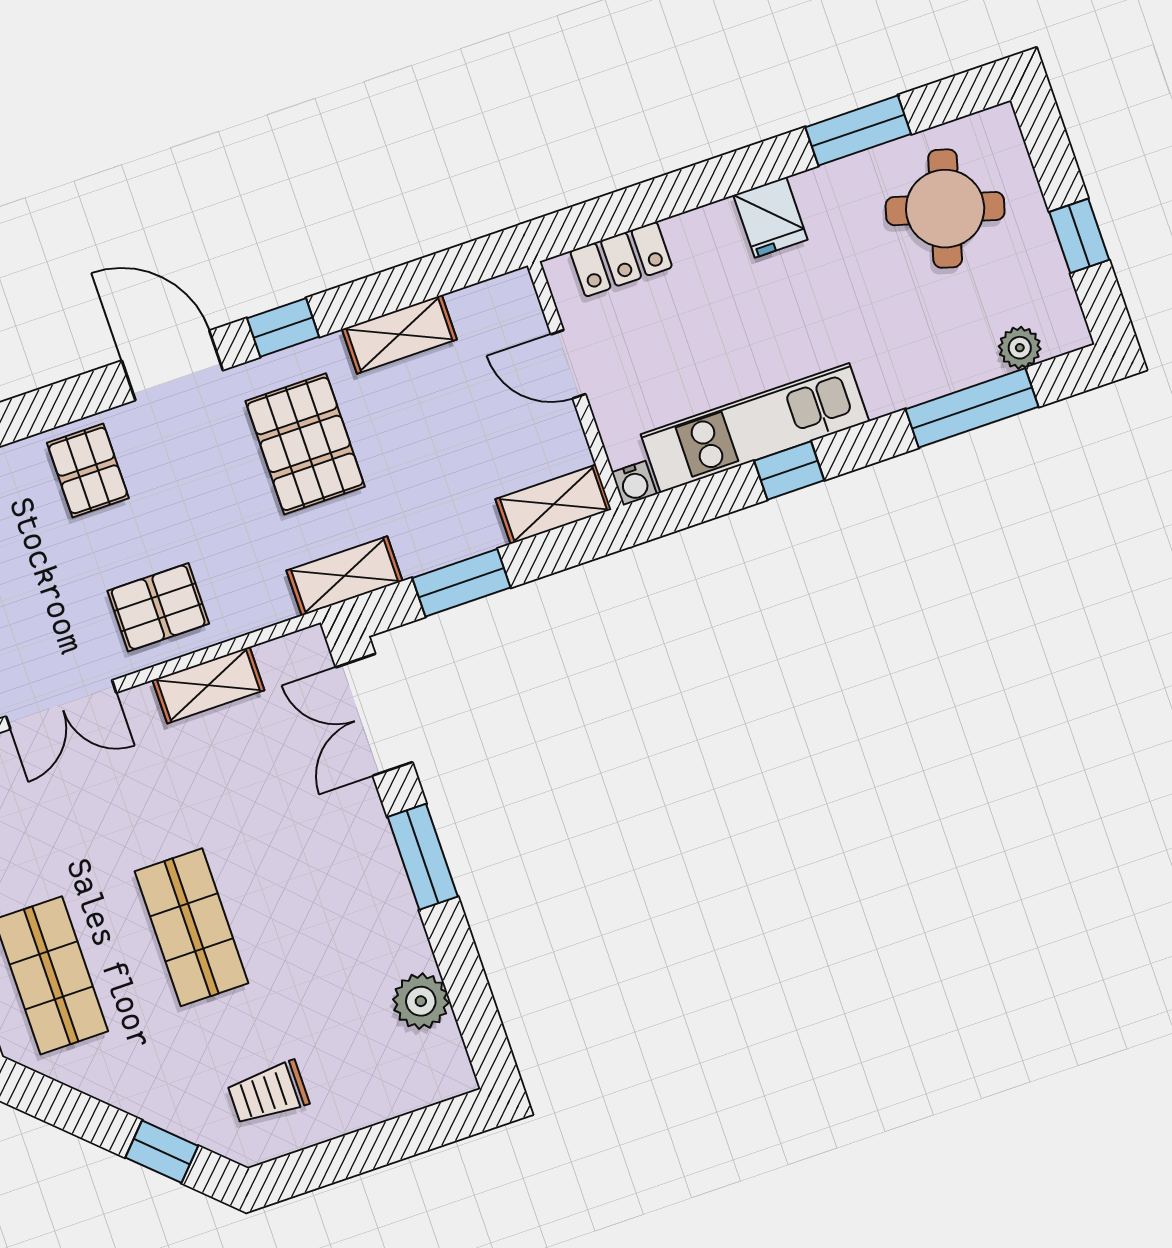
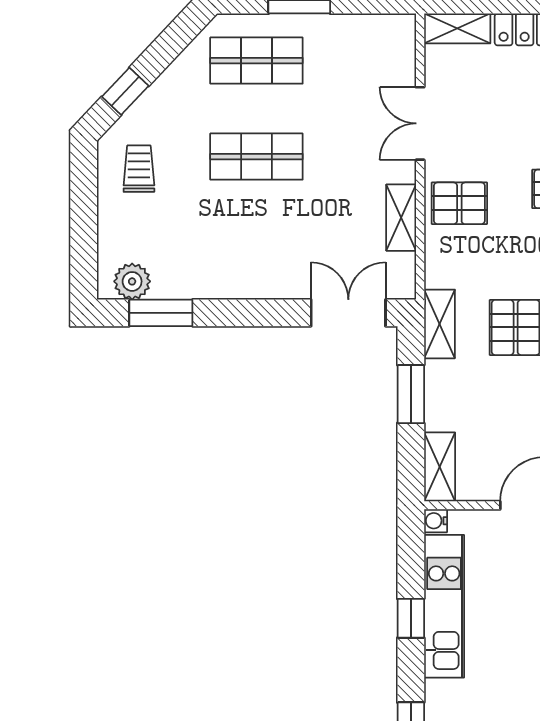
pallet: (158, 607) -> (459, 203), turned 90
window: (423, 857) -> (161, 313), moved
plant: (421, 1001) -> (132, 281), moved

